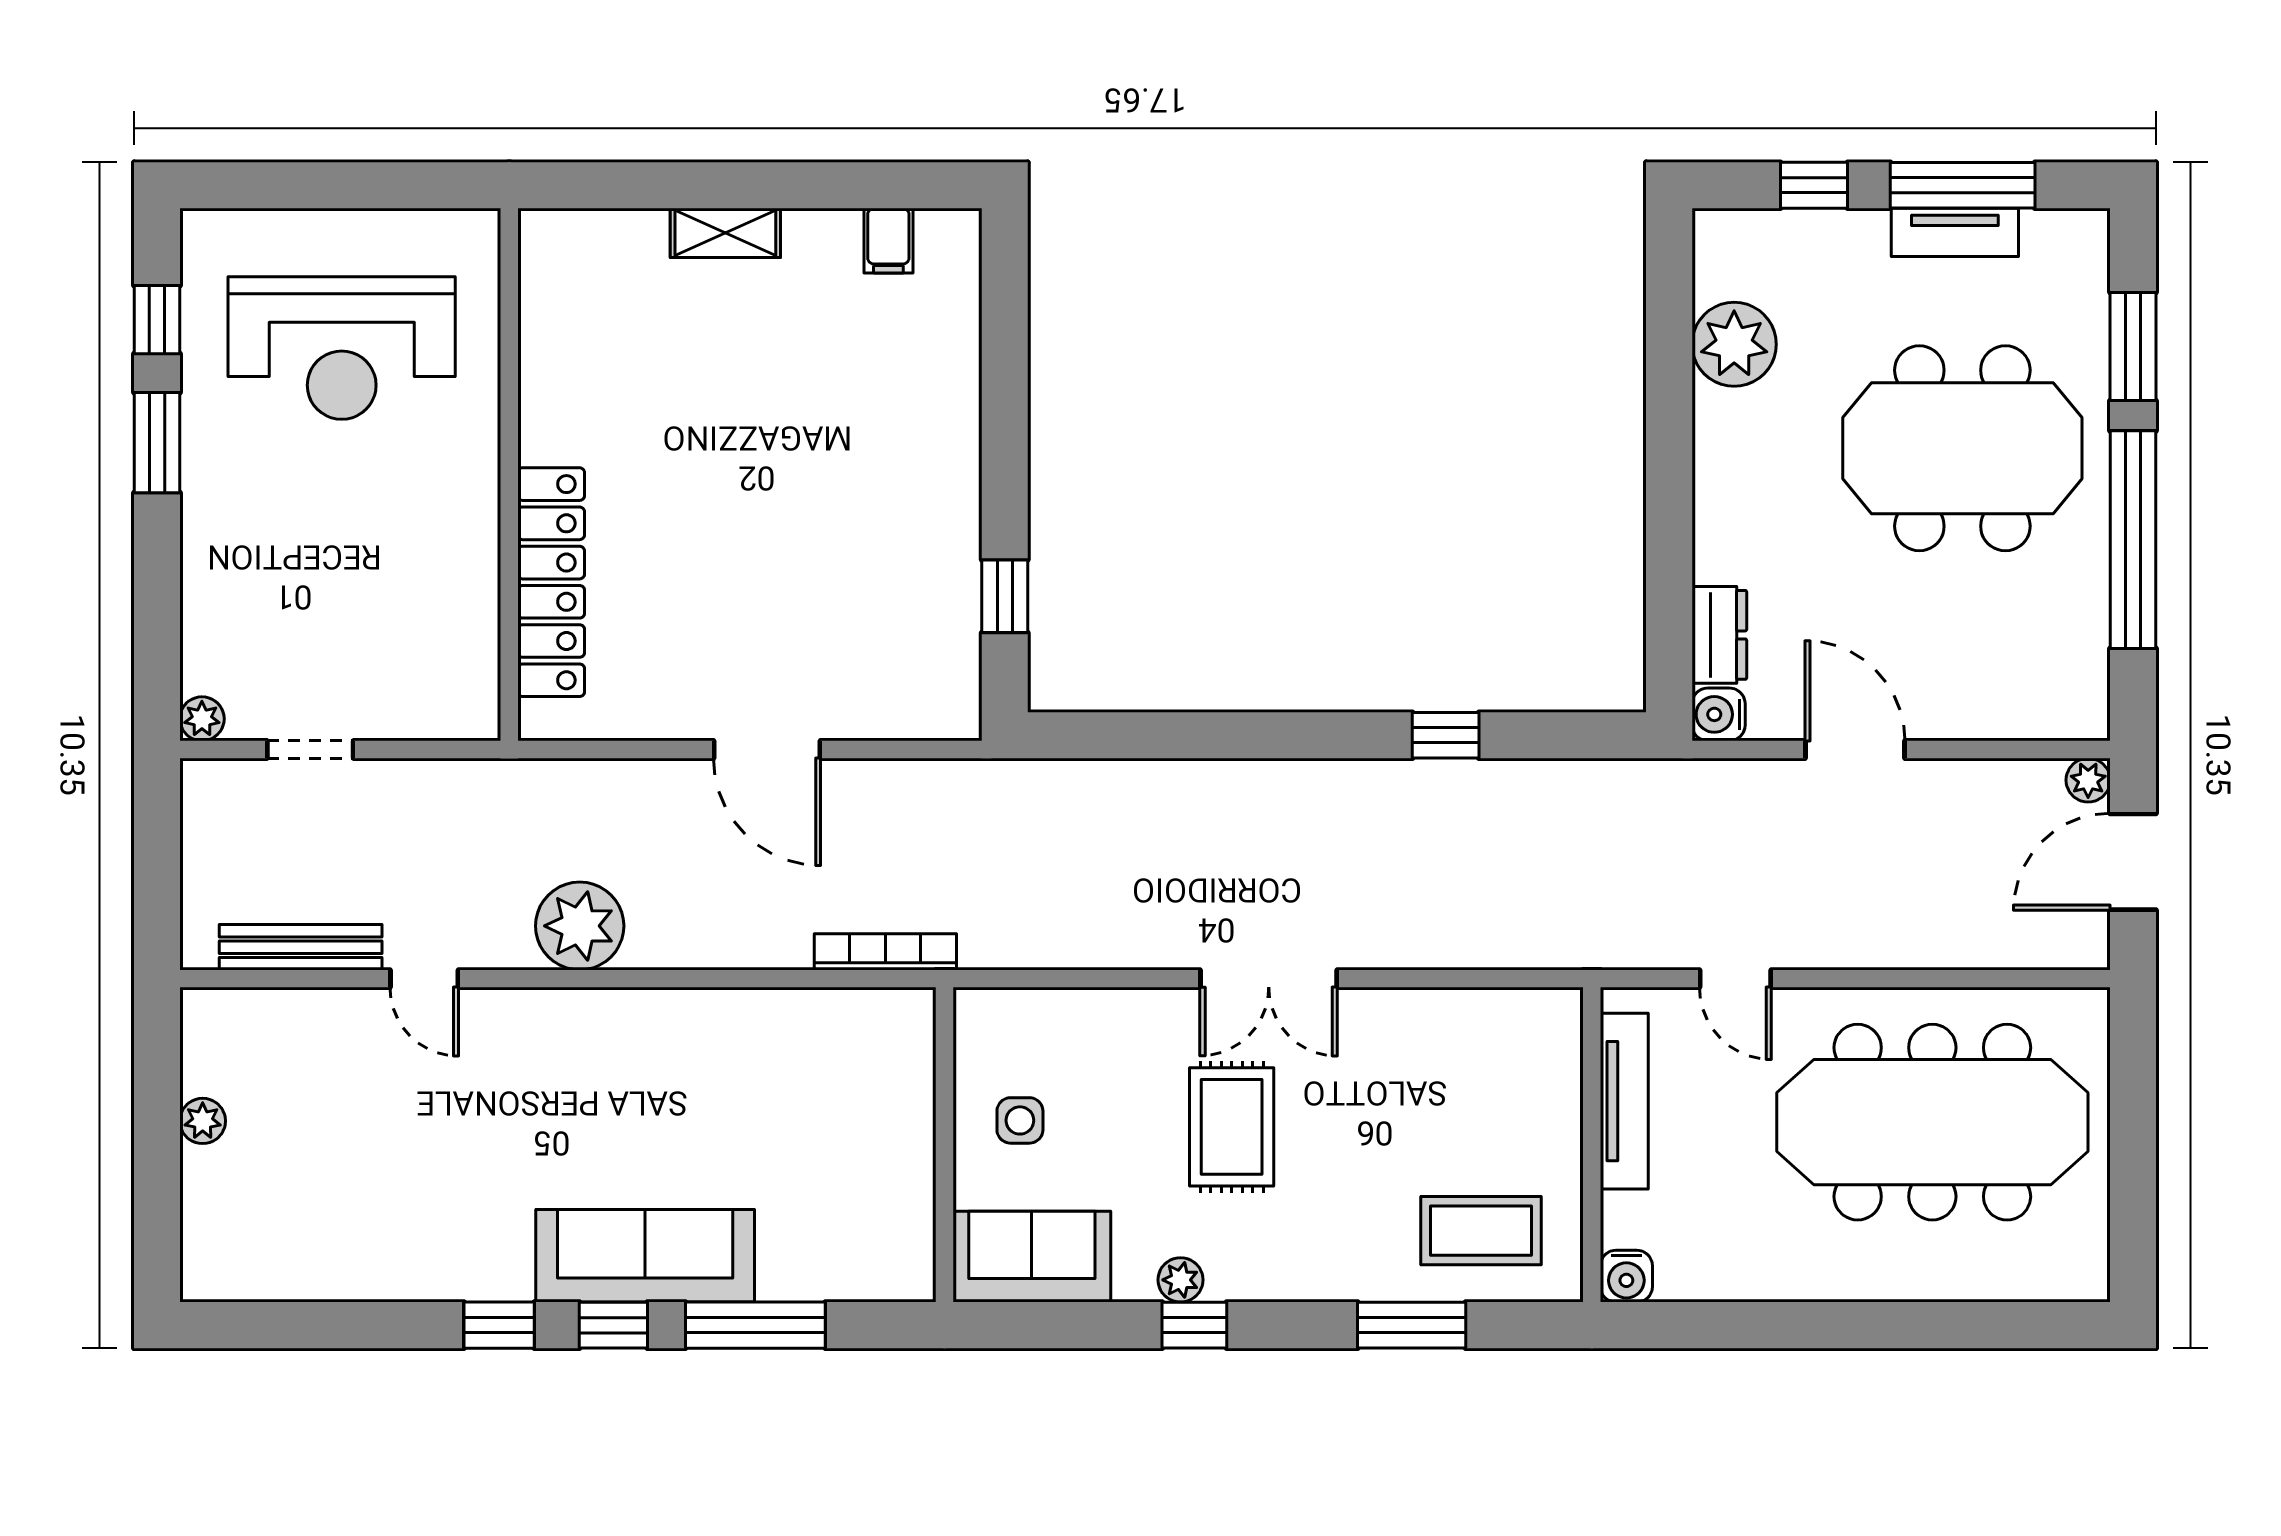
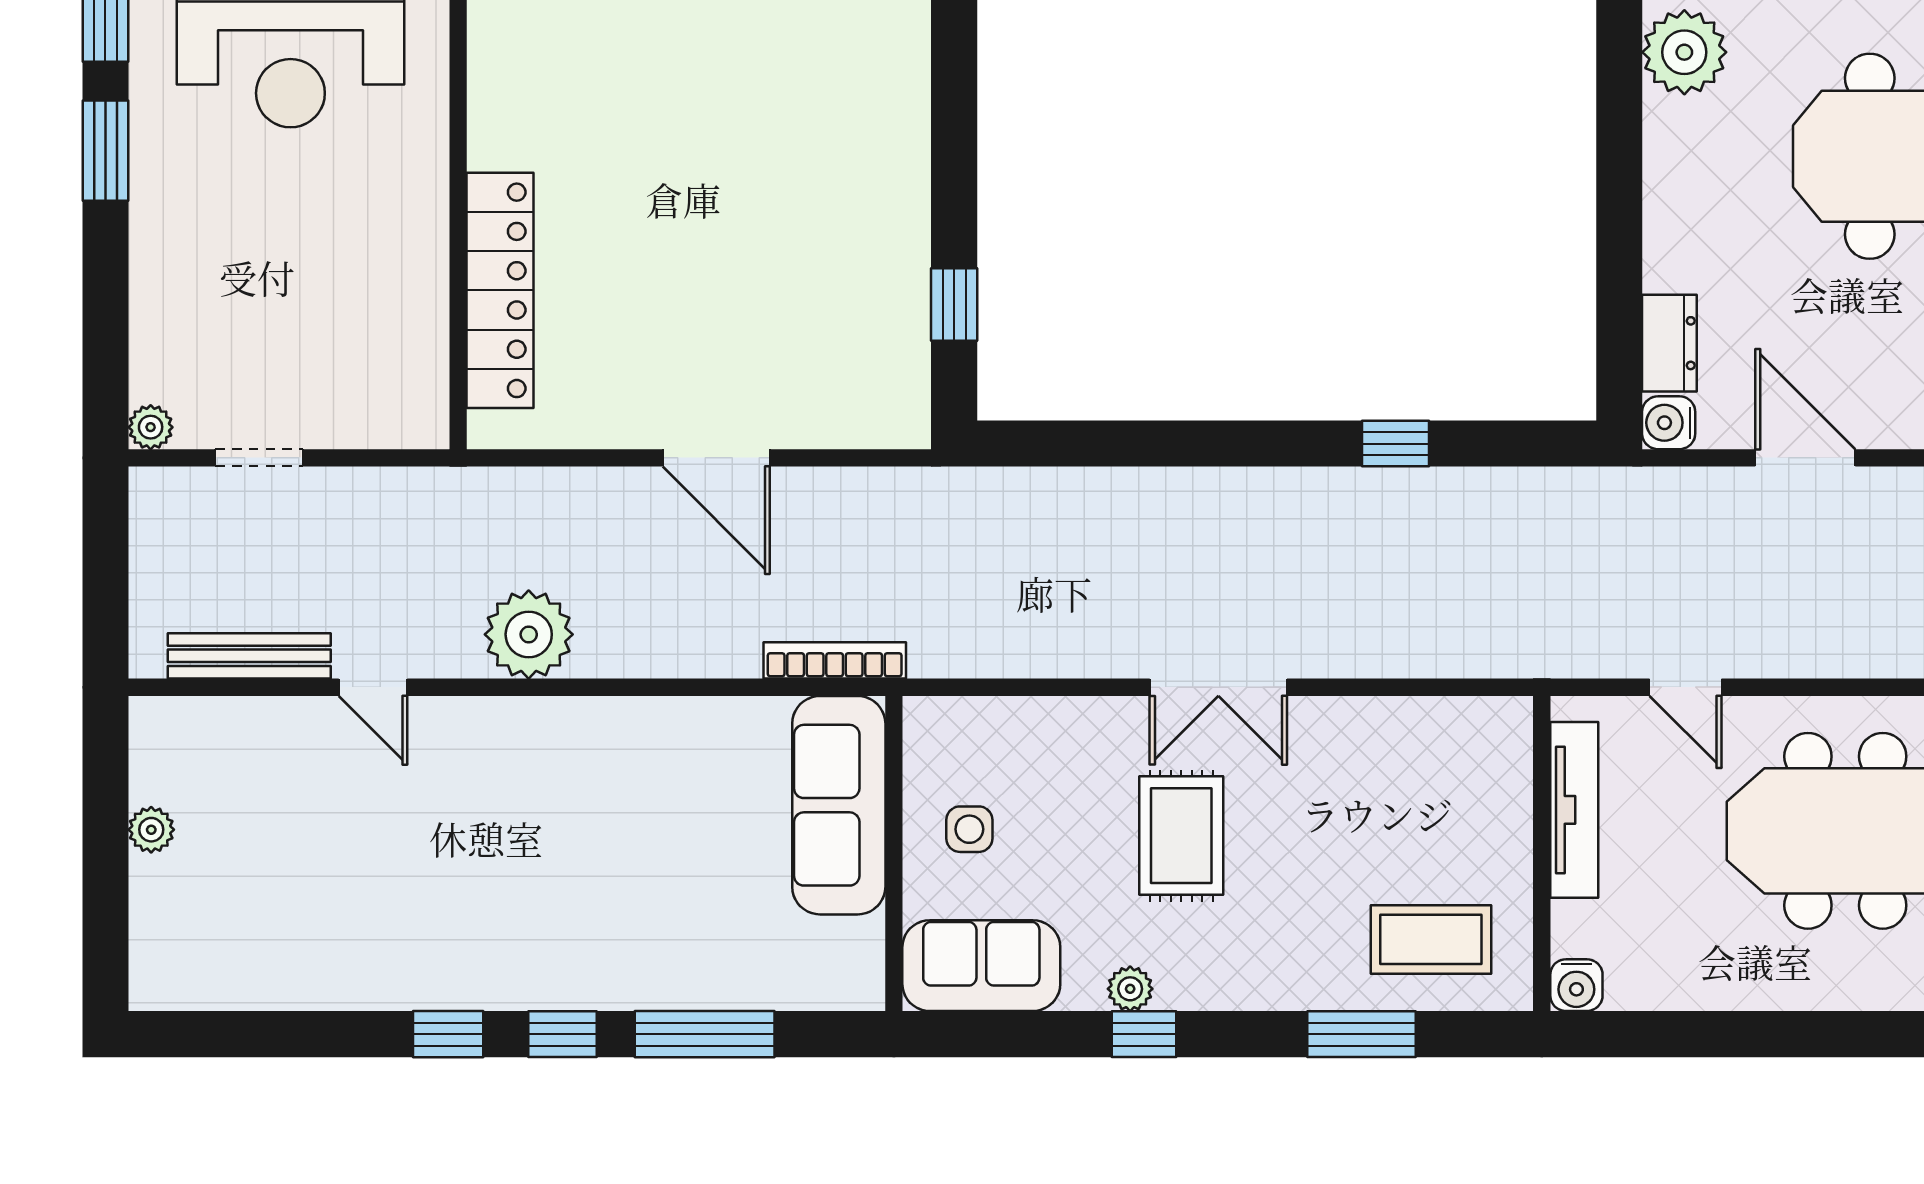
sofa: (645, 1256) -> (839, 805), moved, turned -90

